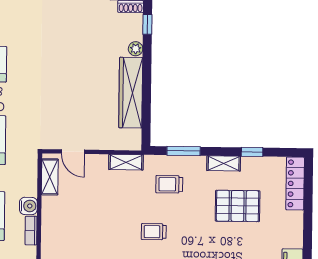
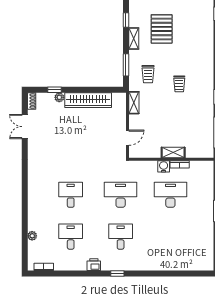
window: (147, 24) -> (54, 90), moved
shelving: (50, 177) -> (173, 153), moved

